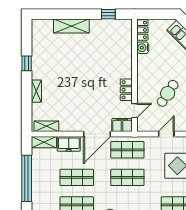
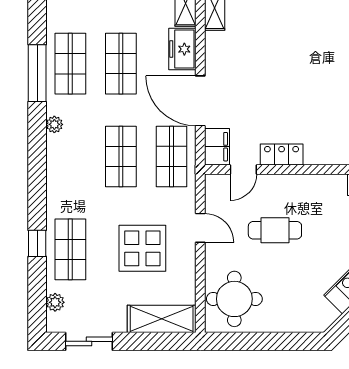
cafe table: (168, 93) -> (275, 230), turned -33
door: (134, 111) -> (243, 170), hinge flipped

